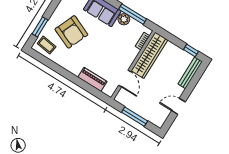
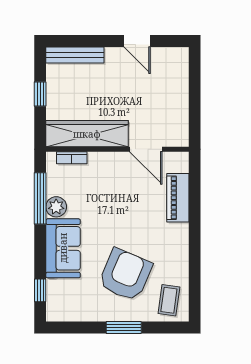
window: (40, 27) -> (124, 327), moved
window: (191, 50) -> (40, 94), moved
door: (125, 79) -> (146, 149), swing flipped
window: (135, 117) -> (195, 98), removed

